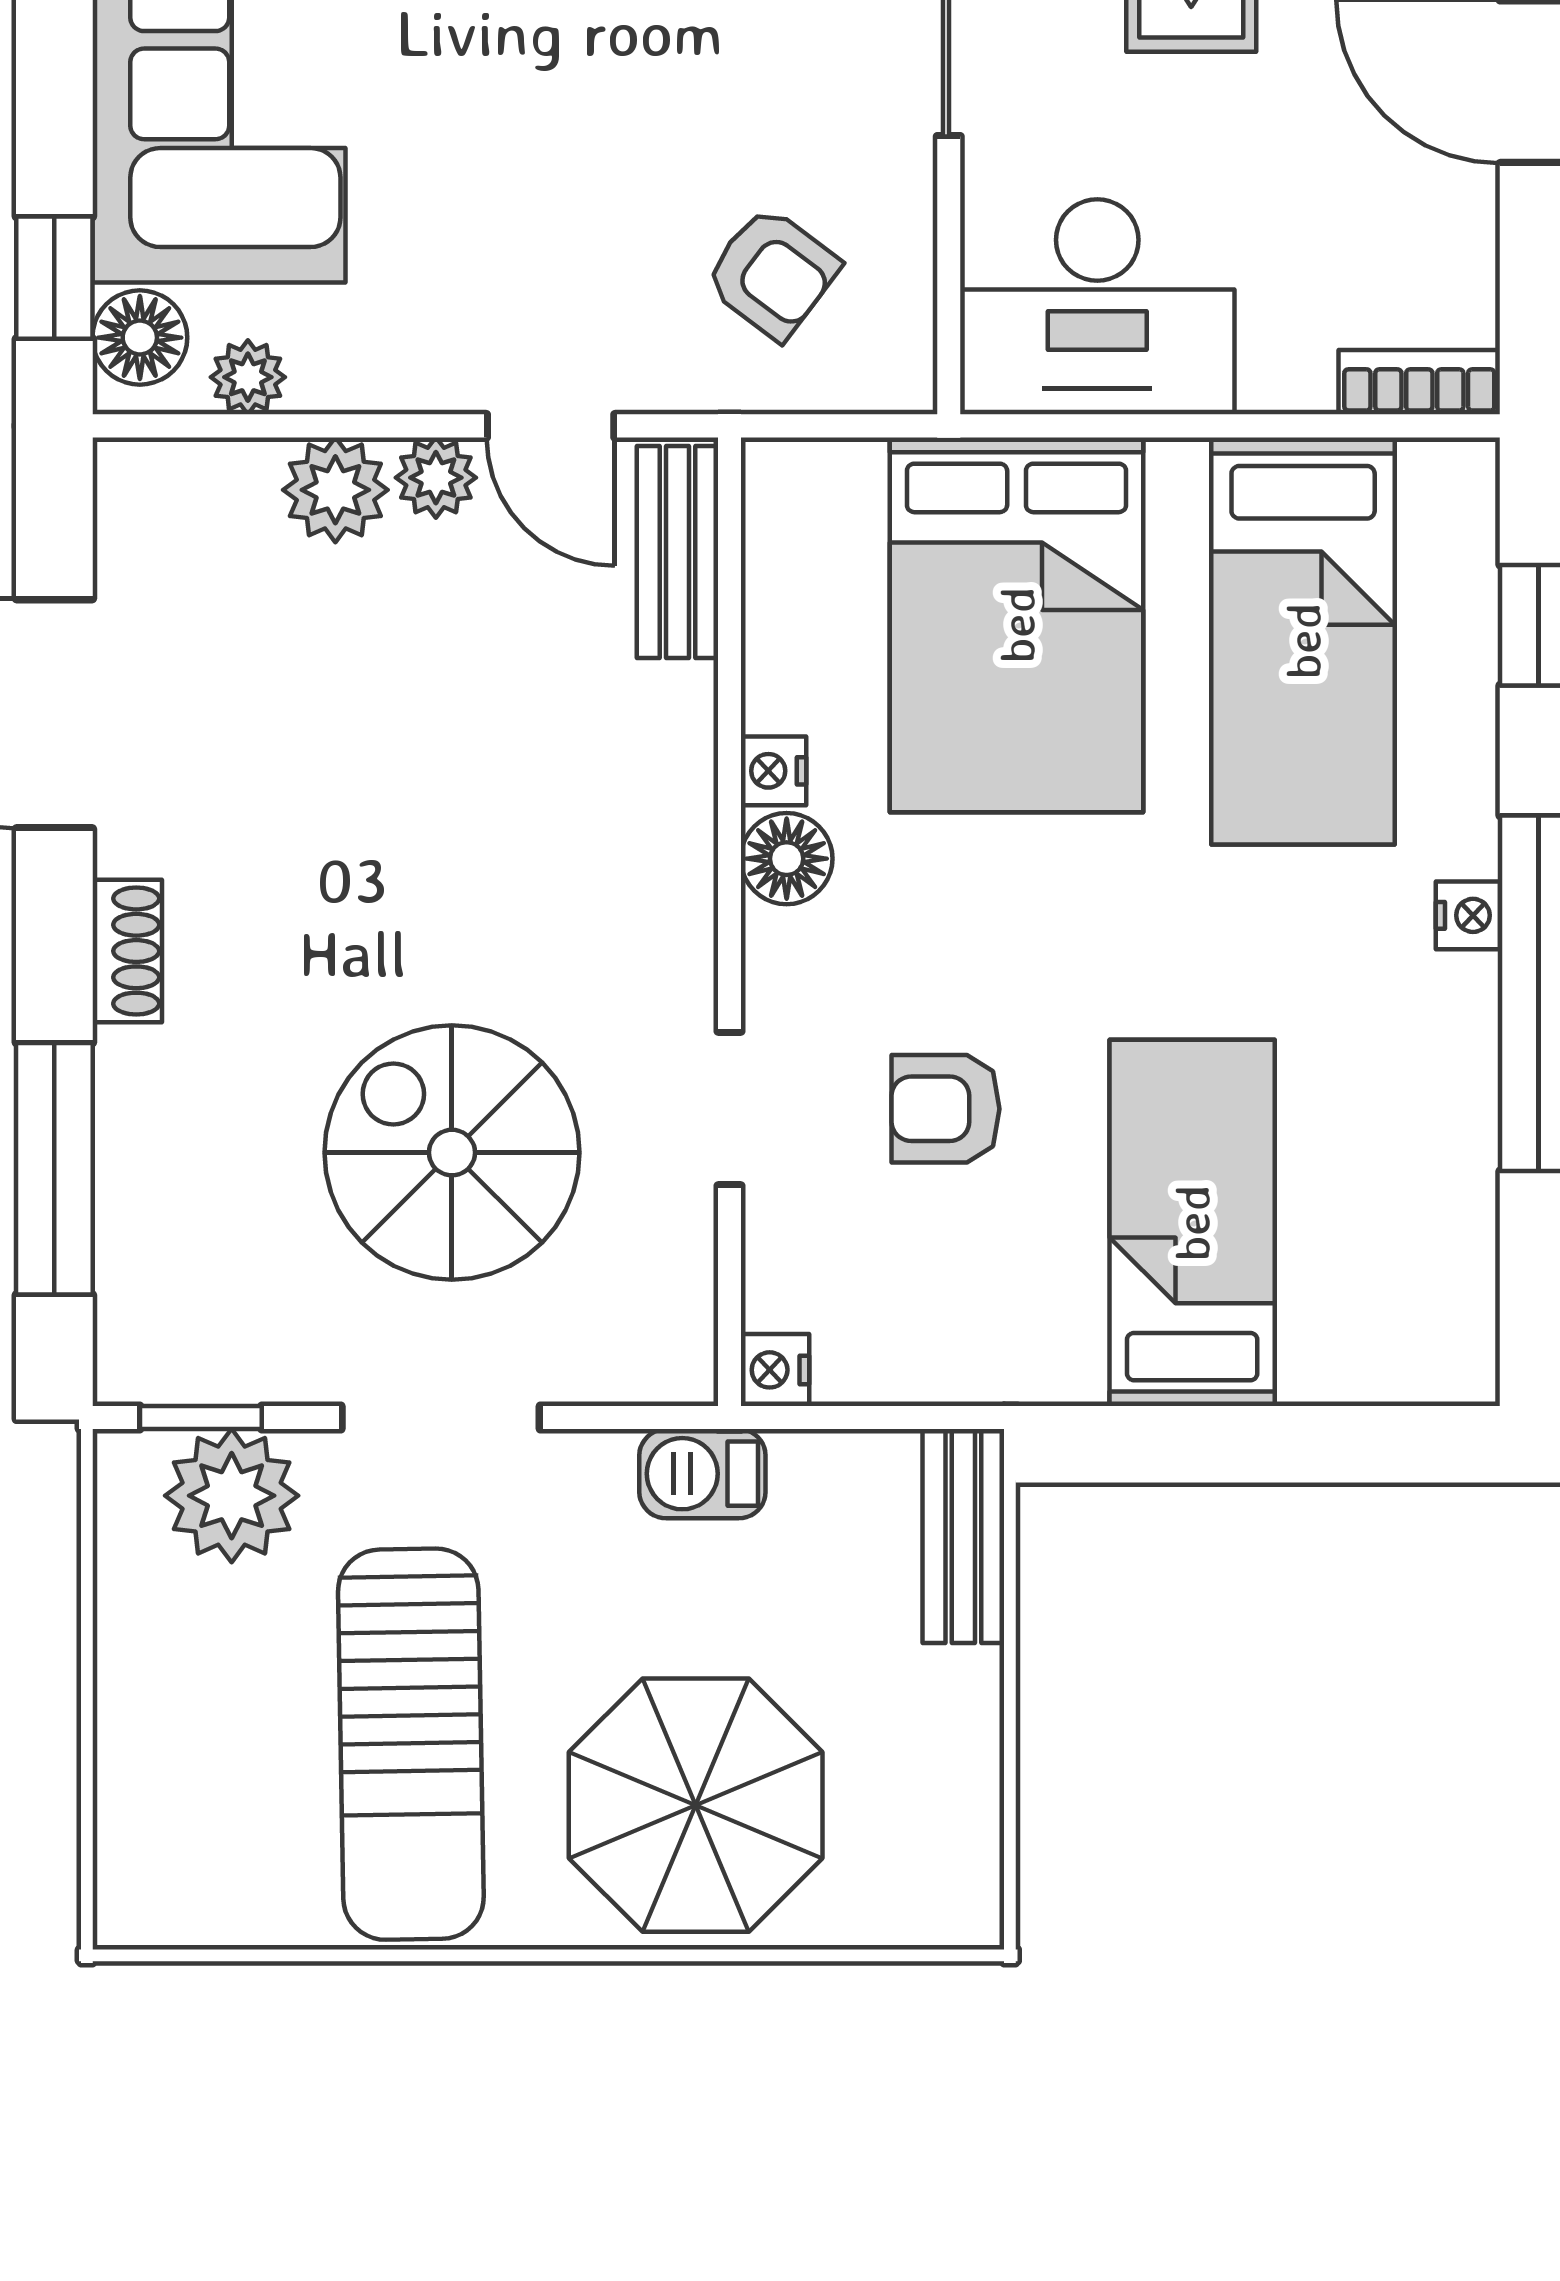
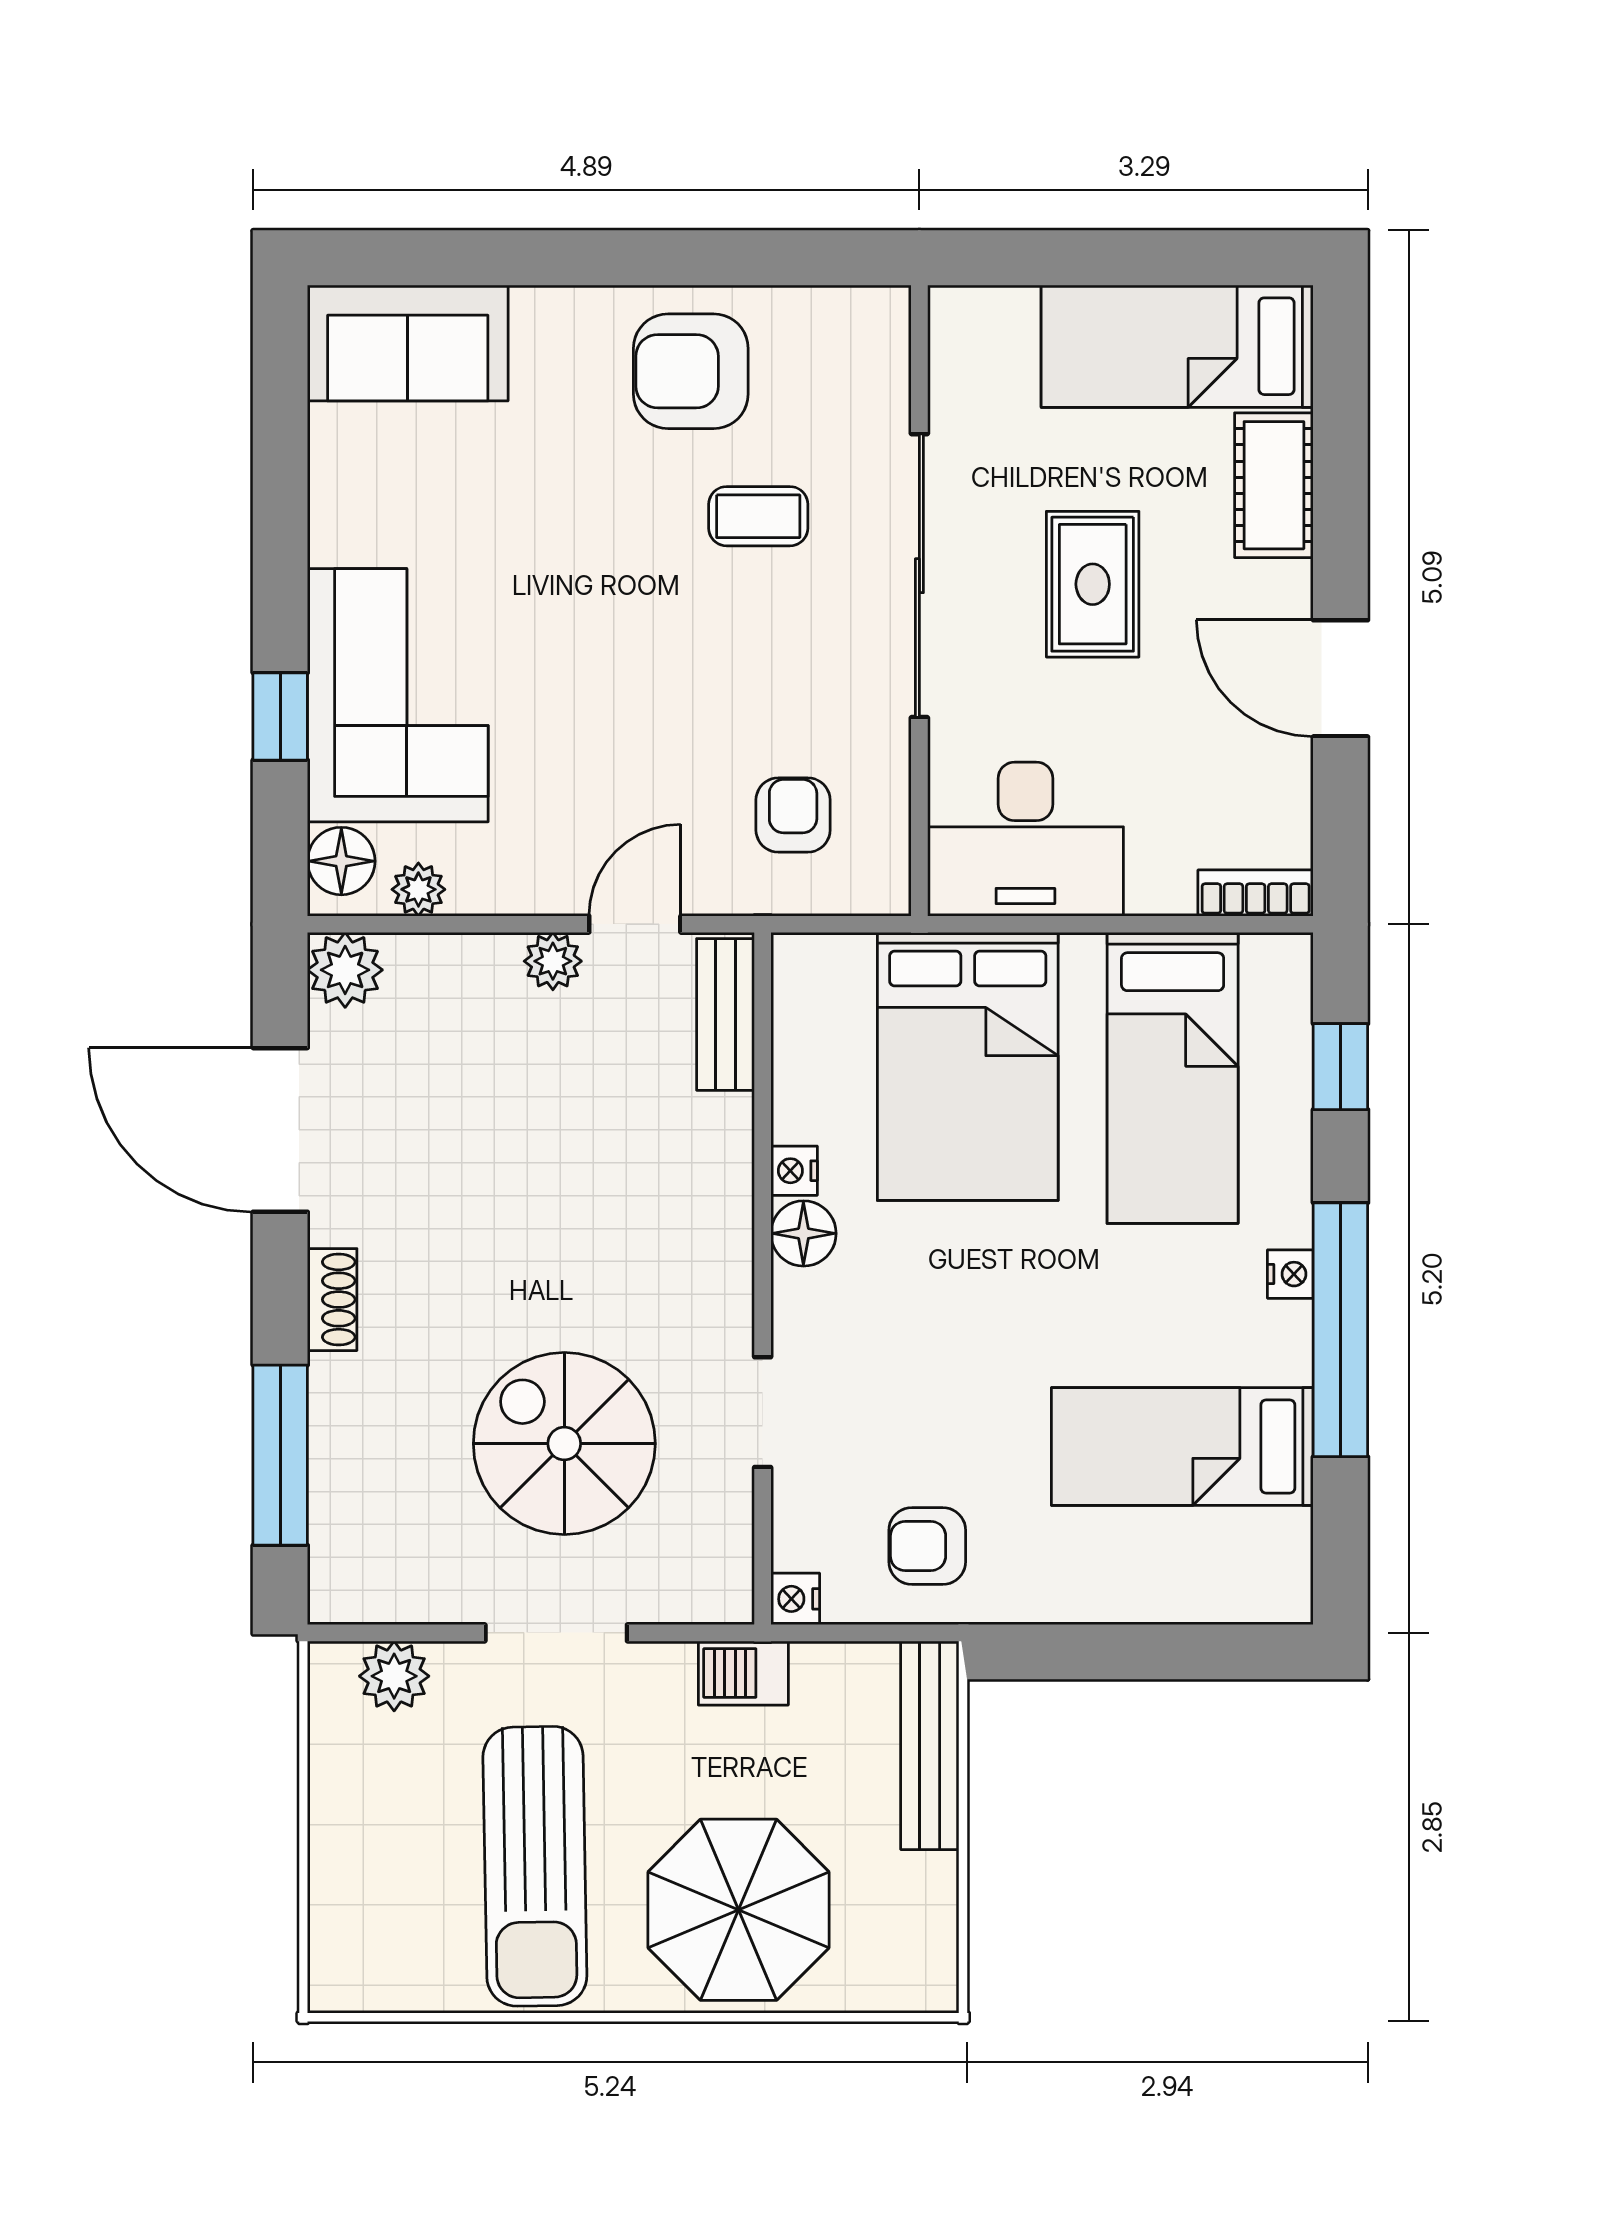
armchair: (772, 273) -> (793, 815), turned -127
window: (54, 278) -> (280, 716), moved
door: (551, 426) -> (635, 924), swing flipped
plant: (335, 490) -> (345, 970), moved
armchair: (945, 1109) -> (927, 1546), moved
bed: (1192, 1223) -> (1182, 1447), moved, turned -90
window: (201, 1417) -> (385, 1633), removed
plant: (232, 1496) -> (394, 1676), width x0.73, depth x0.73
bench: (963, 1536) -> (930, 1746), width x1.36

